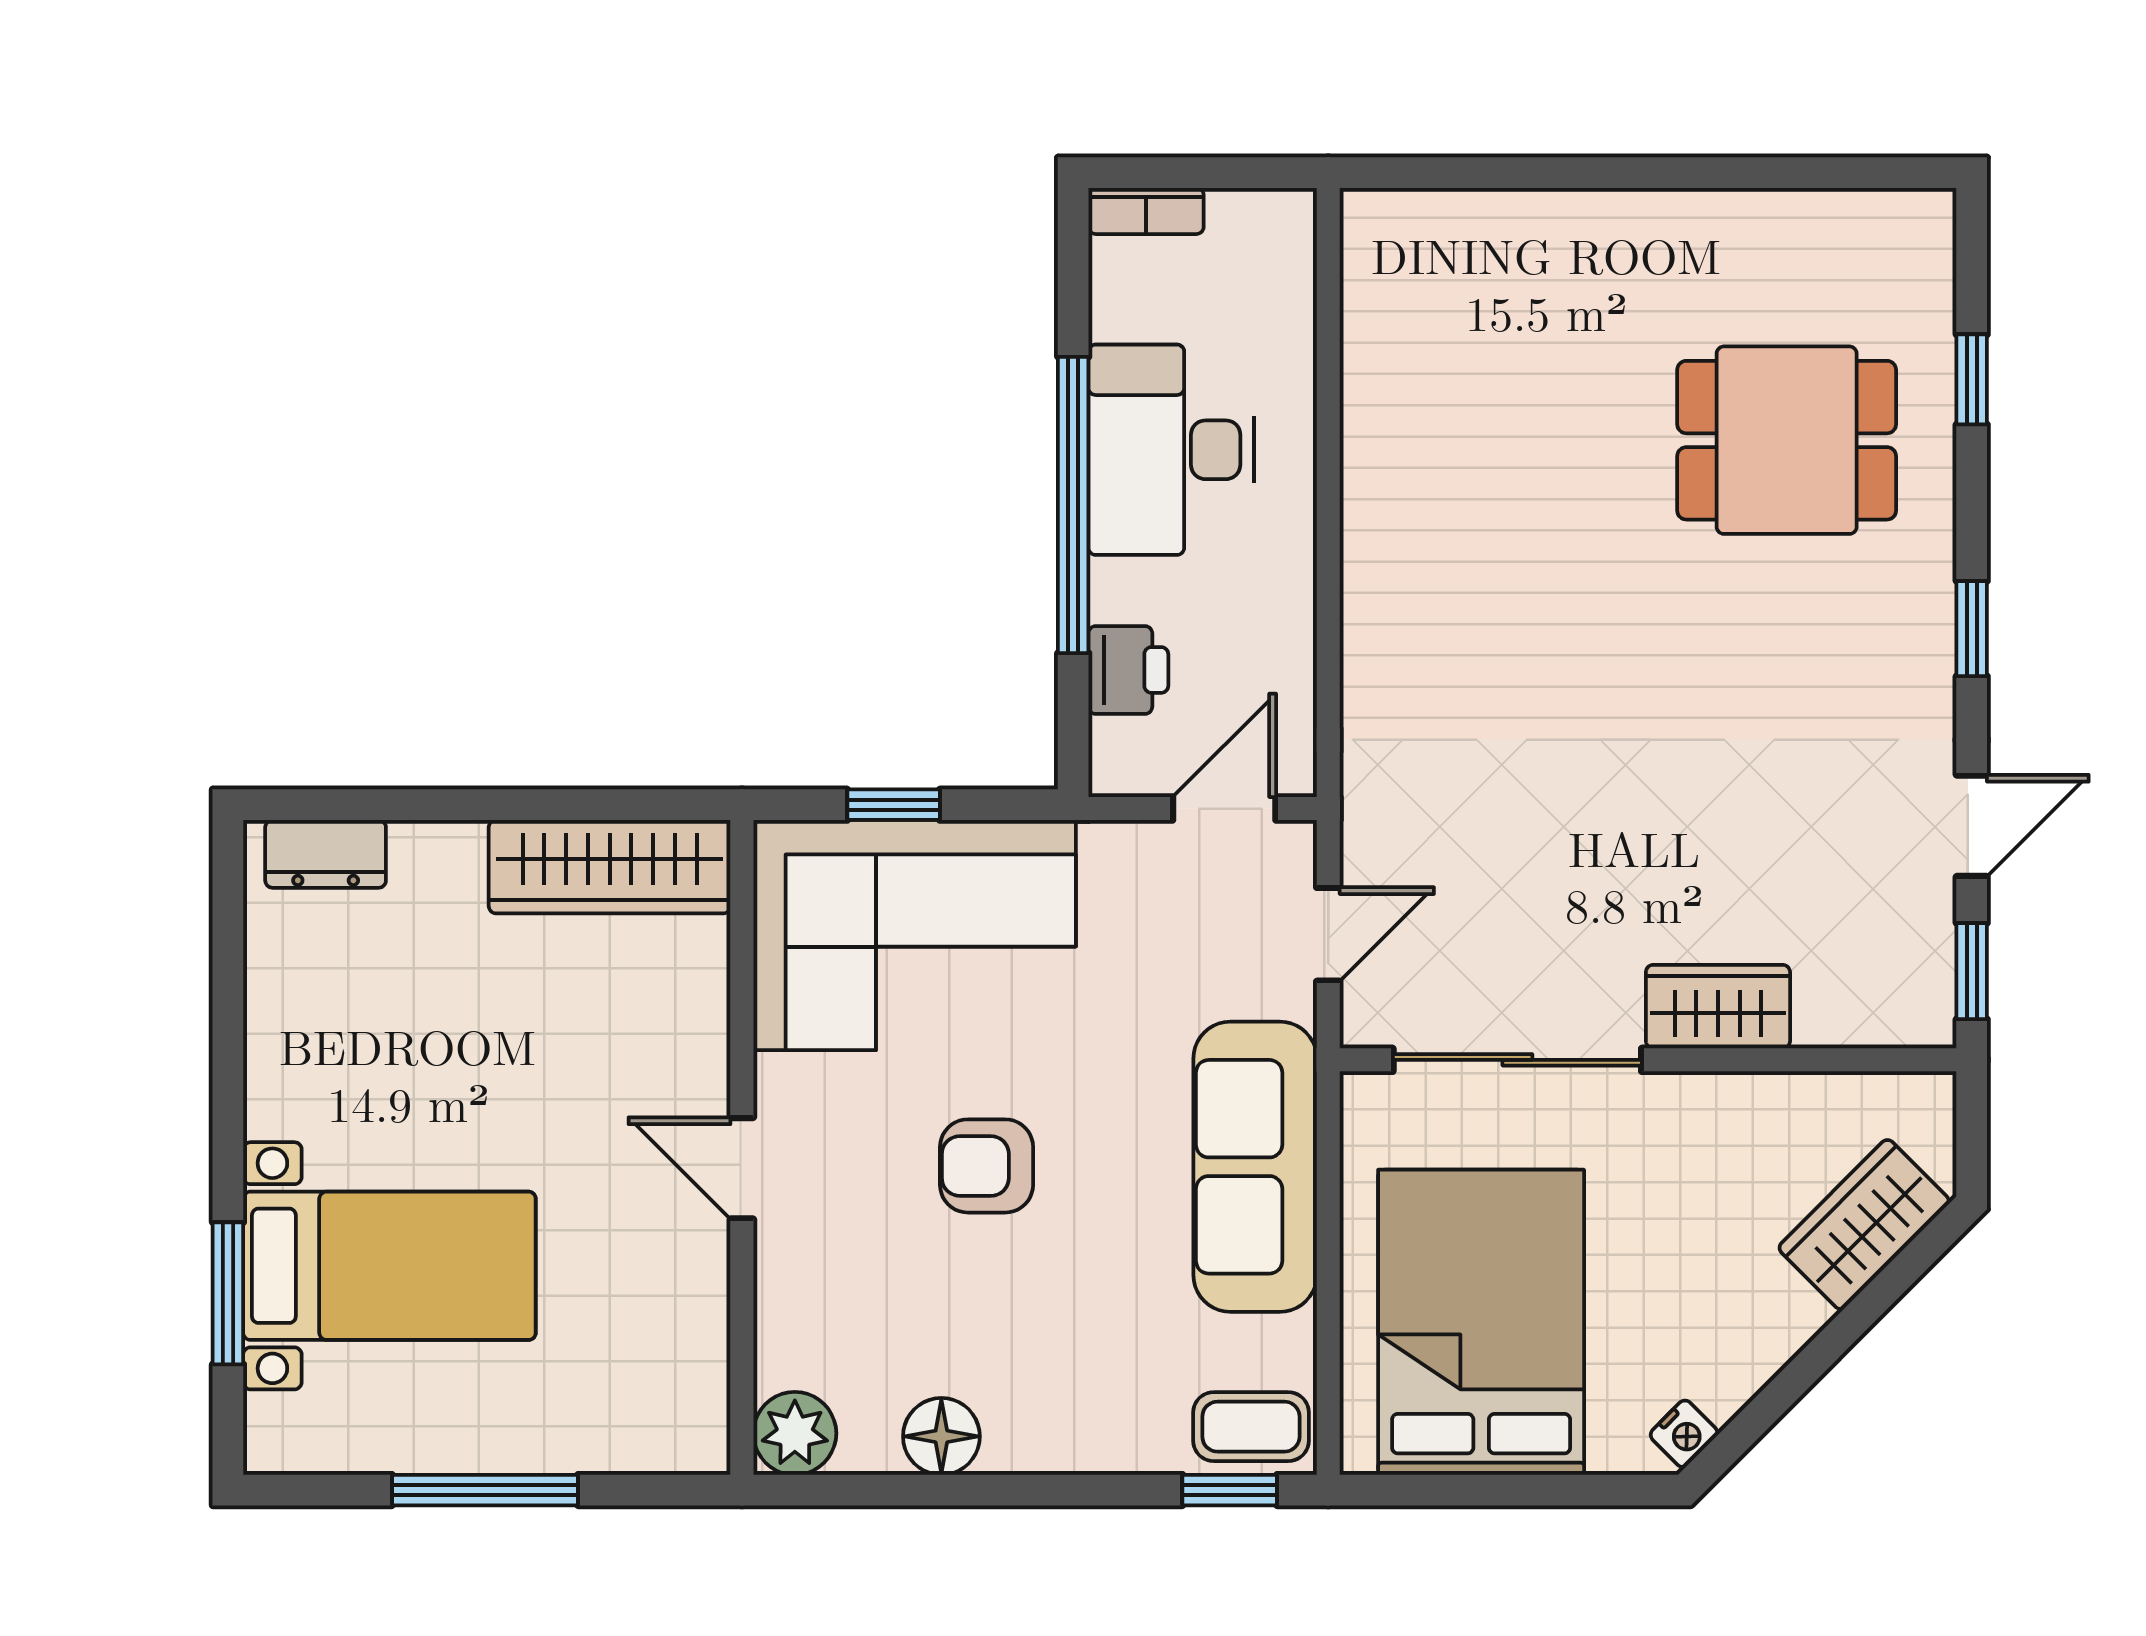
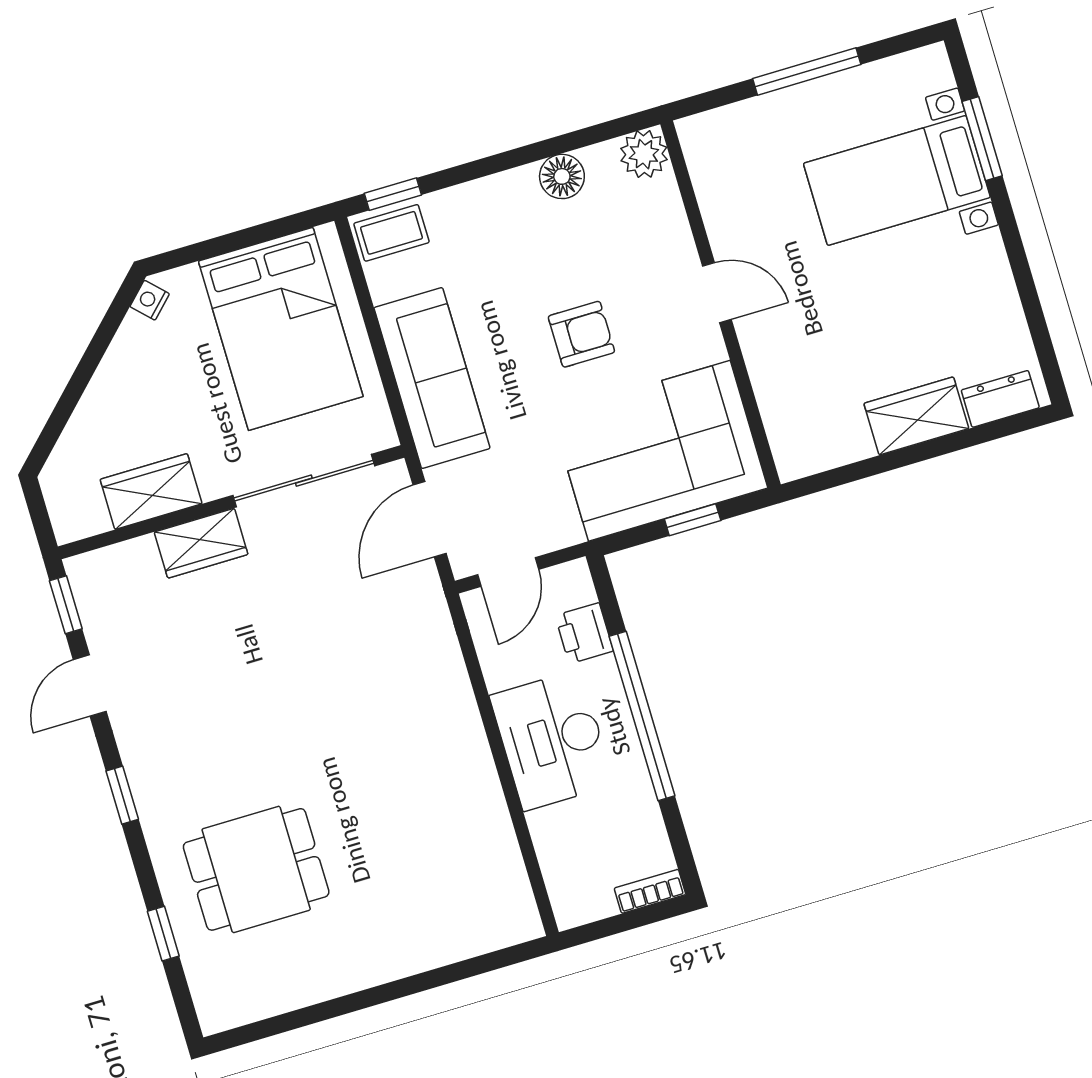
desk: (1171, 450) -> (552, 740), moved, turned 180
wardrobe: (610, 867) -> (916, 416), moved, width x0.67
door: (1328, 934) -> (430, 519), width x1.38
wardrobe: (1864, 1225) -> (151, 491), moved, turned -135

